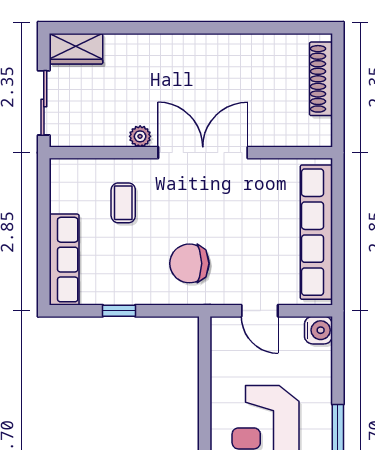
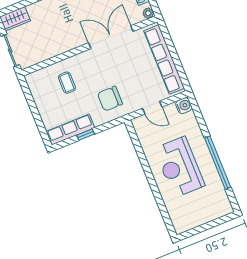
plant: (140, 136) -> (148, 13), moved
double door: (203, 153) -> (111, 37), moved
row of seats: (64, 260) -> (70, 130), moved, turned -90

